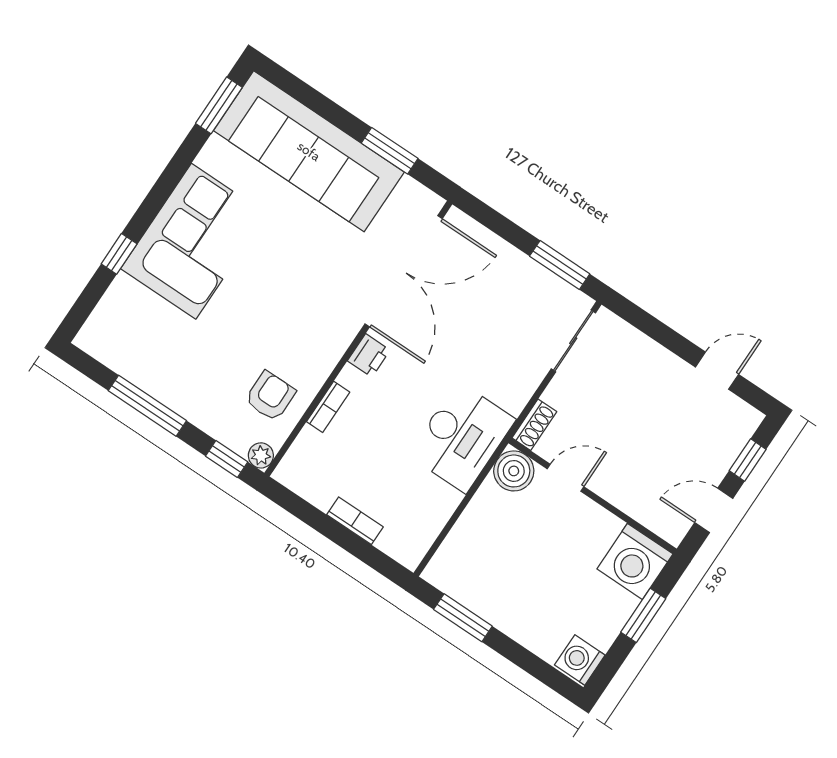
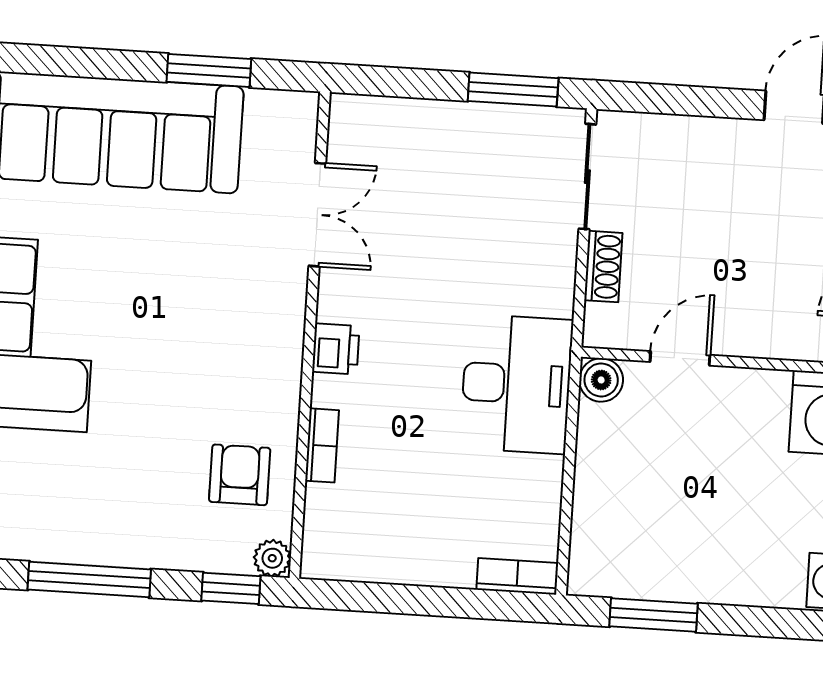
double door: (404, 271) -> (317, 215), width x0.54
shoe rack: (534, 425) -> (603, 267), moved
boiler: (514, 471) -> (601, 380), width x0.73, depth x0.73
bookcase: (355, 521) -> (517, 576), moved

